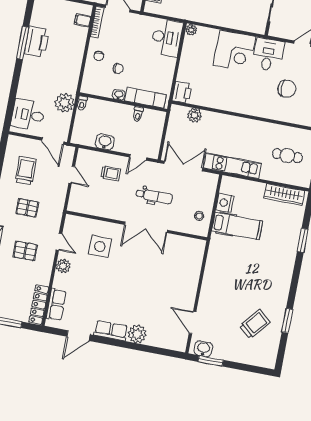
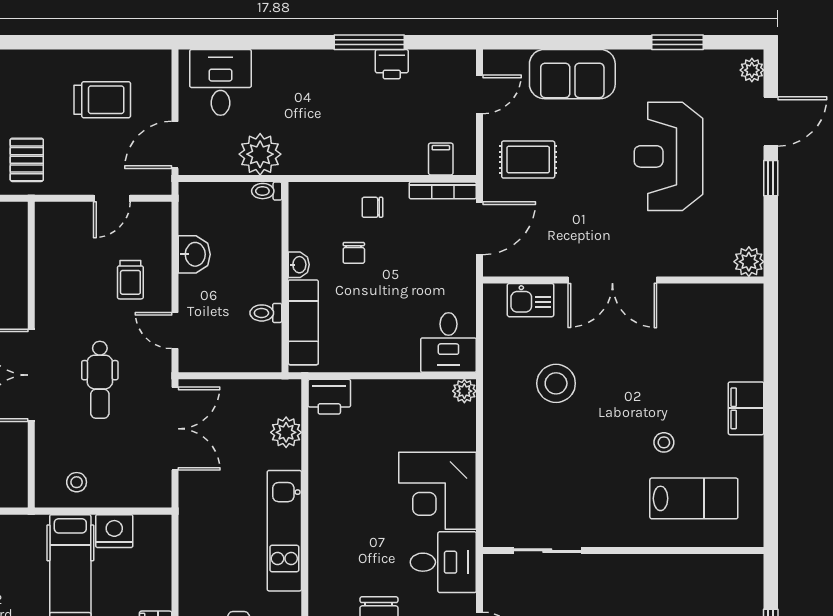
desk: (167, 38) -> (448, 343), width x0.73
printer: (37, 42) -> (392, 64), width x0.53, depth x0.68
kitchen unit: (232, 166) -> (284, 531), moved, turned 180
pallet: (27, 208) -> (27, 160), moved

